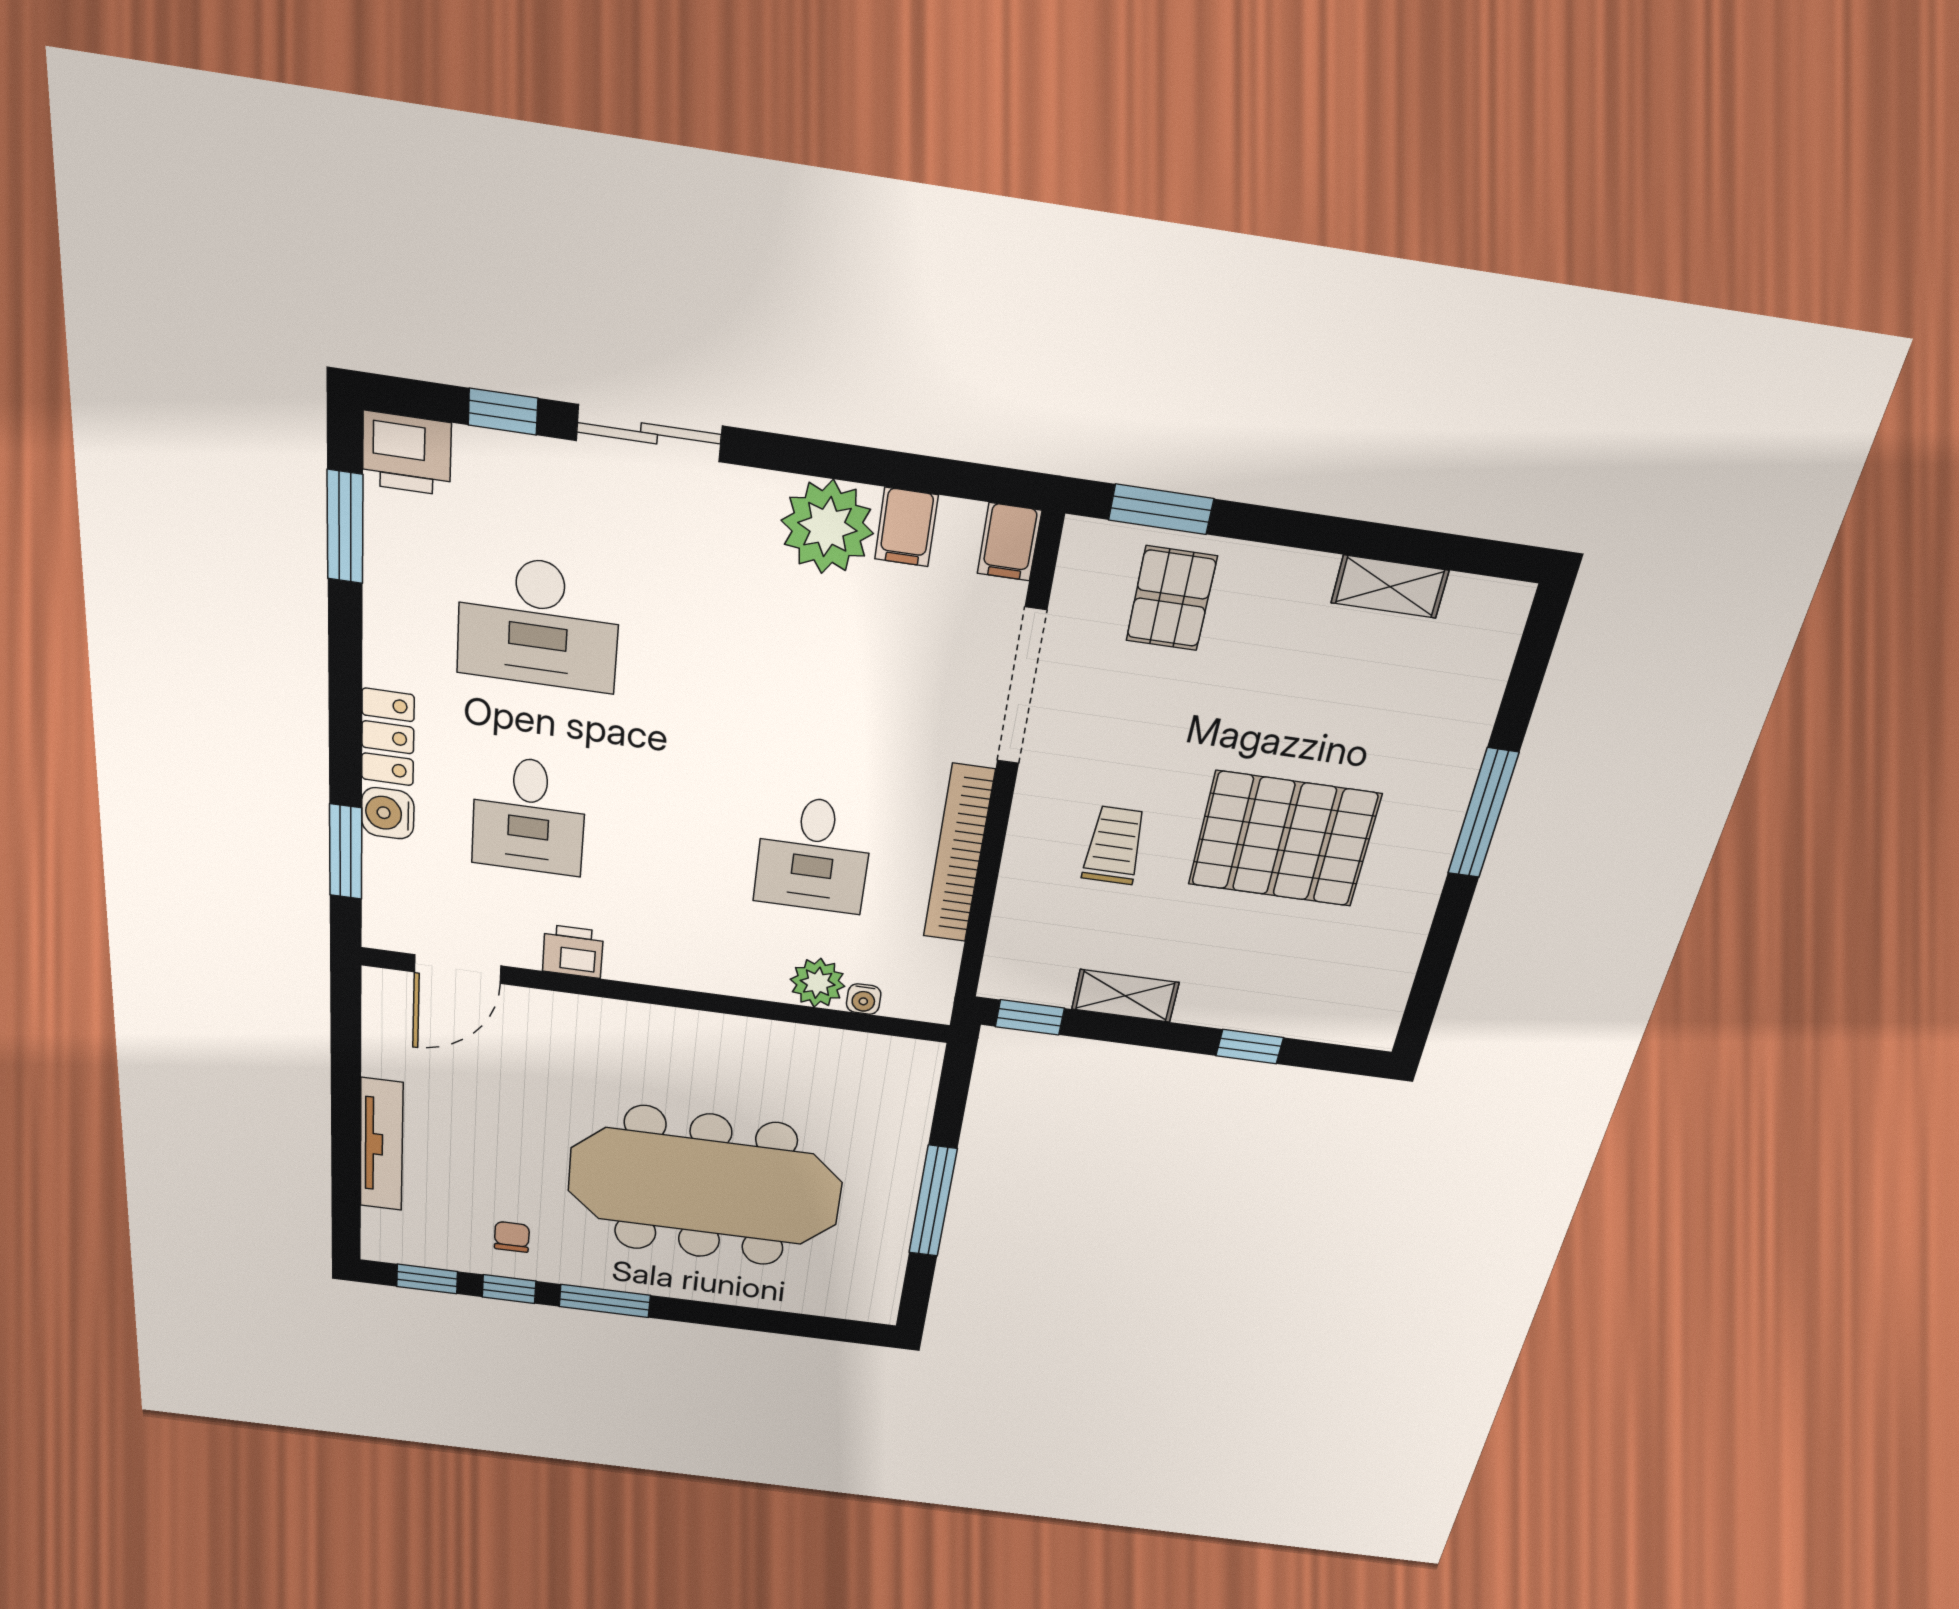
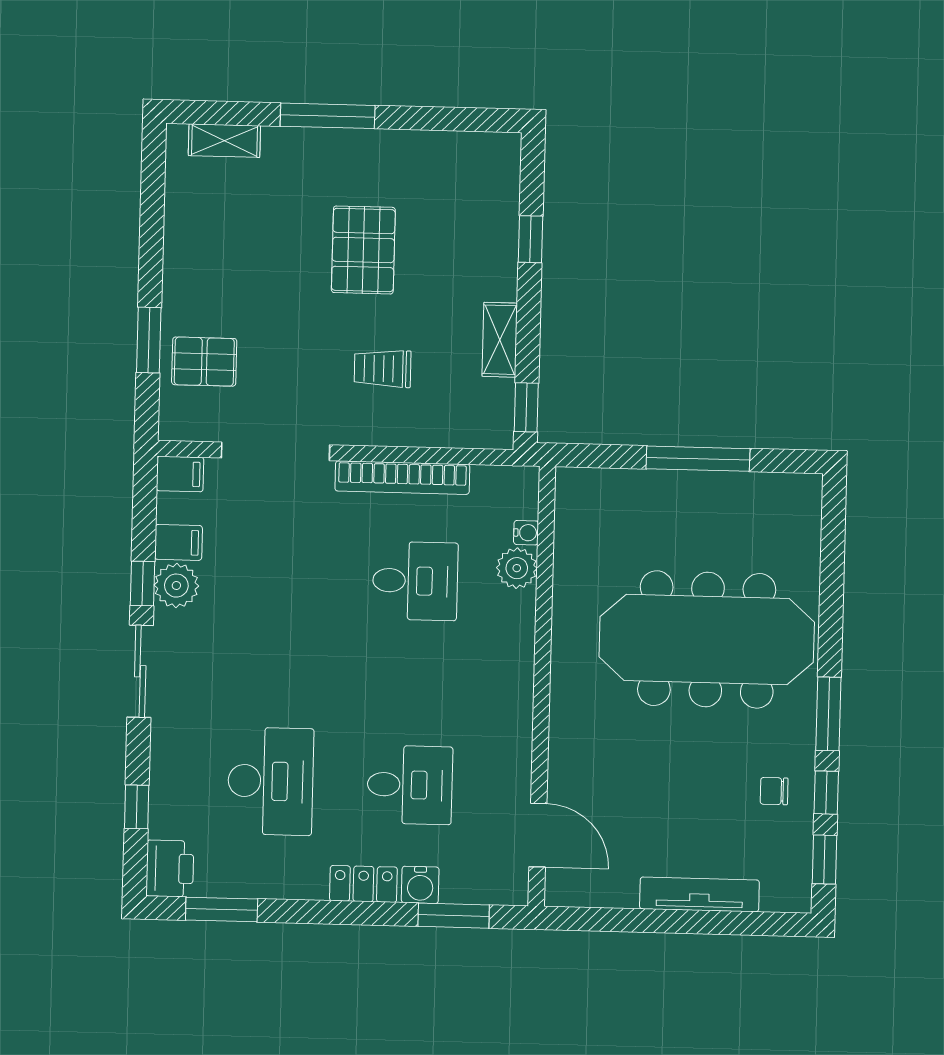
sliding door: (649, 433) -> (140, 671), moved
window: (850, 463) -> (142, 584), added
window: (1161, 509) -> (149, 340), moved
plant: (827, 527) -> (176, 586), width x0.73, depth x0.73
shelving: (1390, 587) -> (224, 141), moved, turned 90
pallet: (1284, 839) -> (363, 250), width x0.73, depth x0.71
printer: (573, 951) -> (513, 750), removed
meeting table: (705, 1187) -> (707, 639), turned 90

